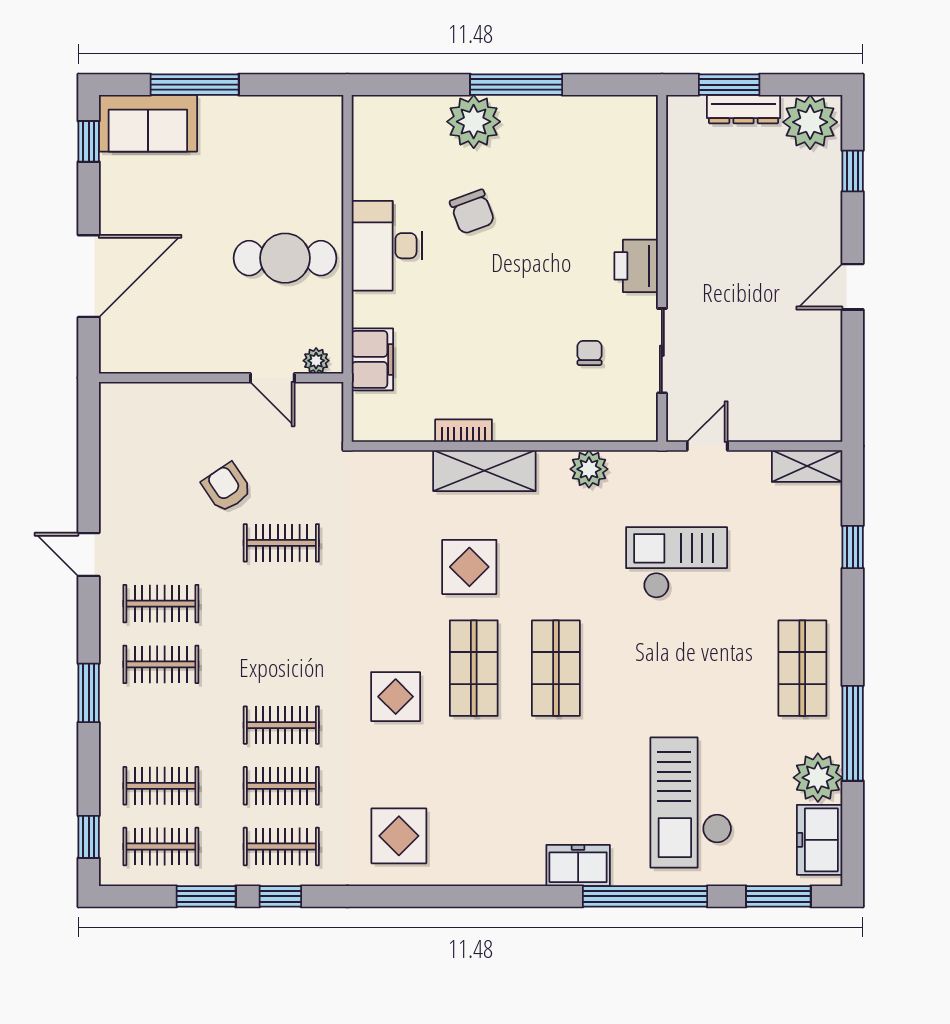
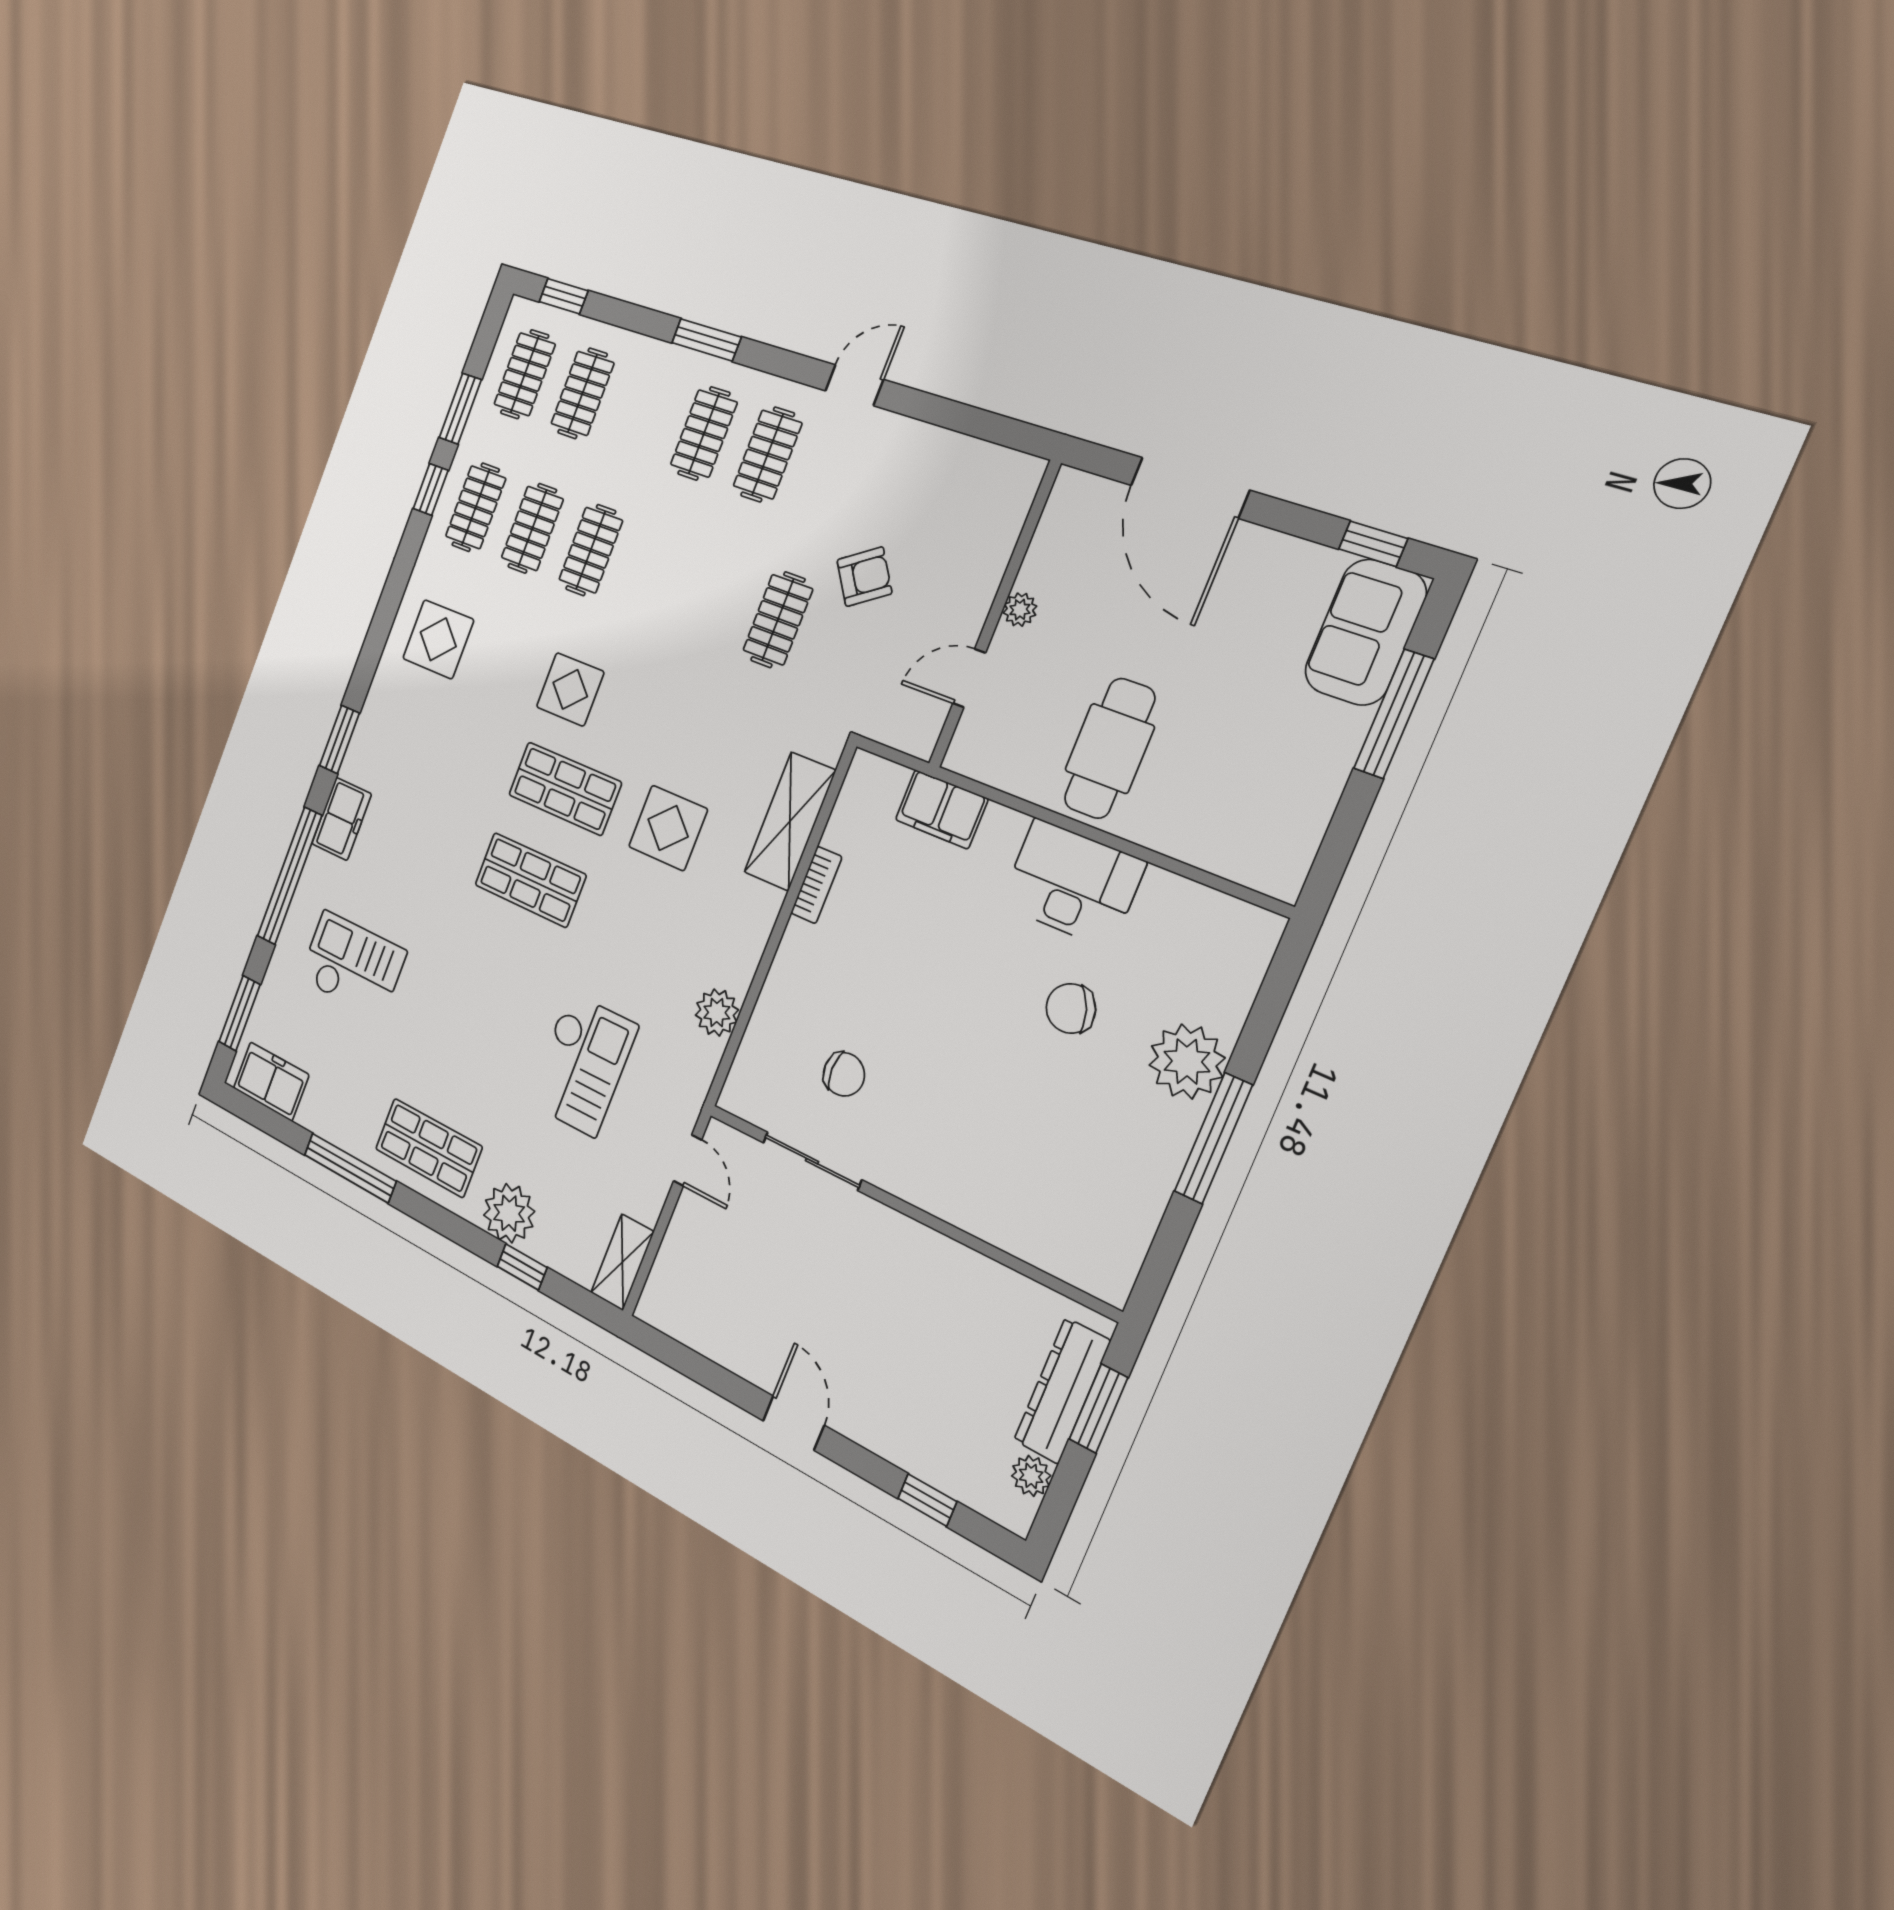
dresser: (743, 109) -> (1062, 1391), width x1.37, depth x1.24
plant: (810, 122) -> (1031, 1476), width x0.53, depth x0.53
printer: (636, 266) -> (922, 1179), removed
chair: (590, 353) -> (844, 1074), width x1.37, depth x1.37
plant: (316, 361) -> (1020, 610), moved
shelving: (484, 471) -> (790, 821), moved
plant: (818, 778) -> (509, 1213), moved
checkout: (691, 802) -> (352, 965), width x0.73, depth x0.83
window: (514, 896) -> (339, 739), added

